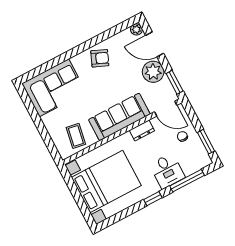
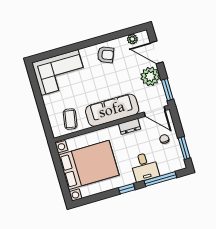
plant: (136, 29) -> (132, 39), moved

